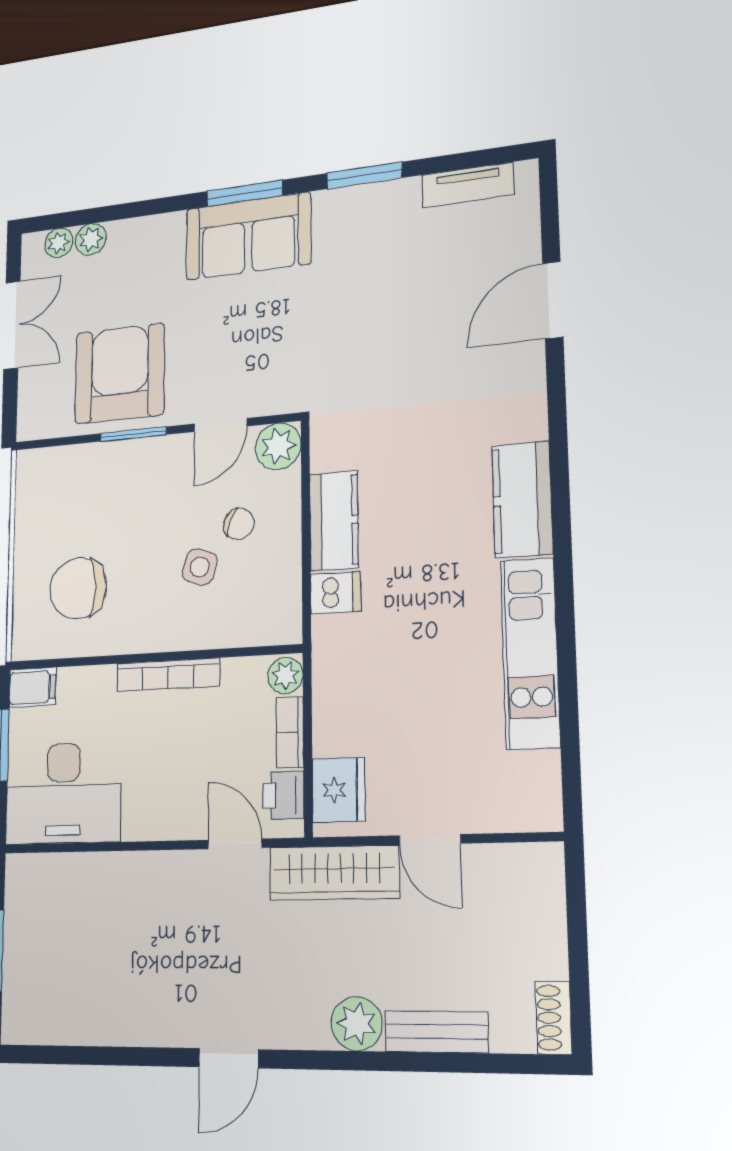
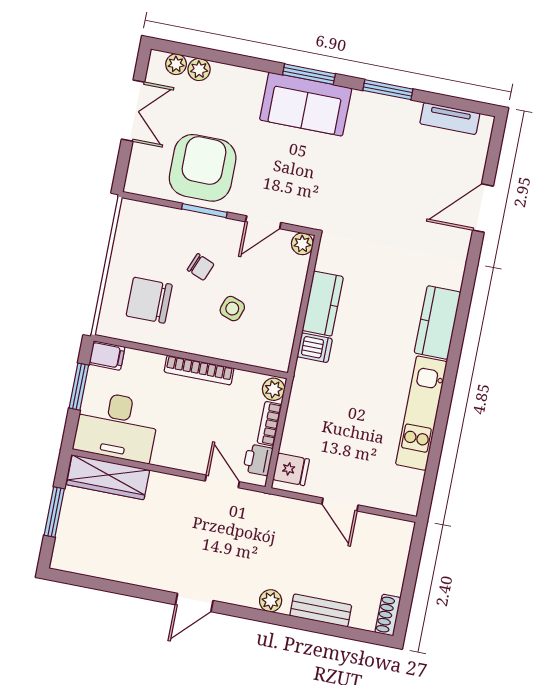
plant: (278, 446) -> (302, 244), width x0.73, depth x0.73
chair: (239, 524) -> (201, 267), moved
fridge: (339, 790) -> (291, 469), width x0.72
wardrobe: (334, 873) -> (108, 477), moved
plant: (357, 1024) -> (271, 601), width x0.73, depth x0.73

